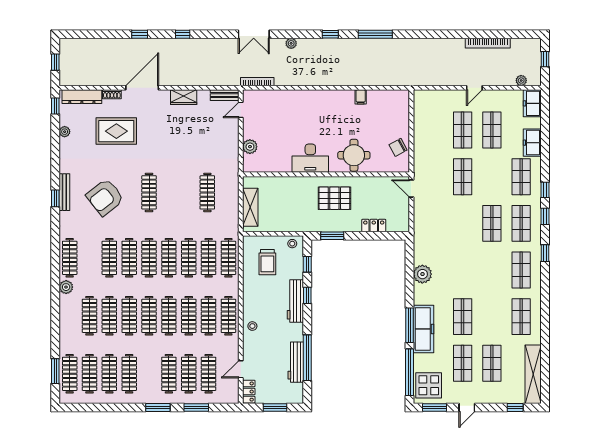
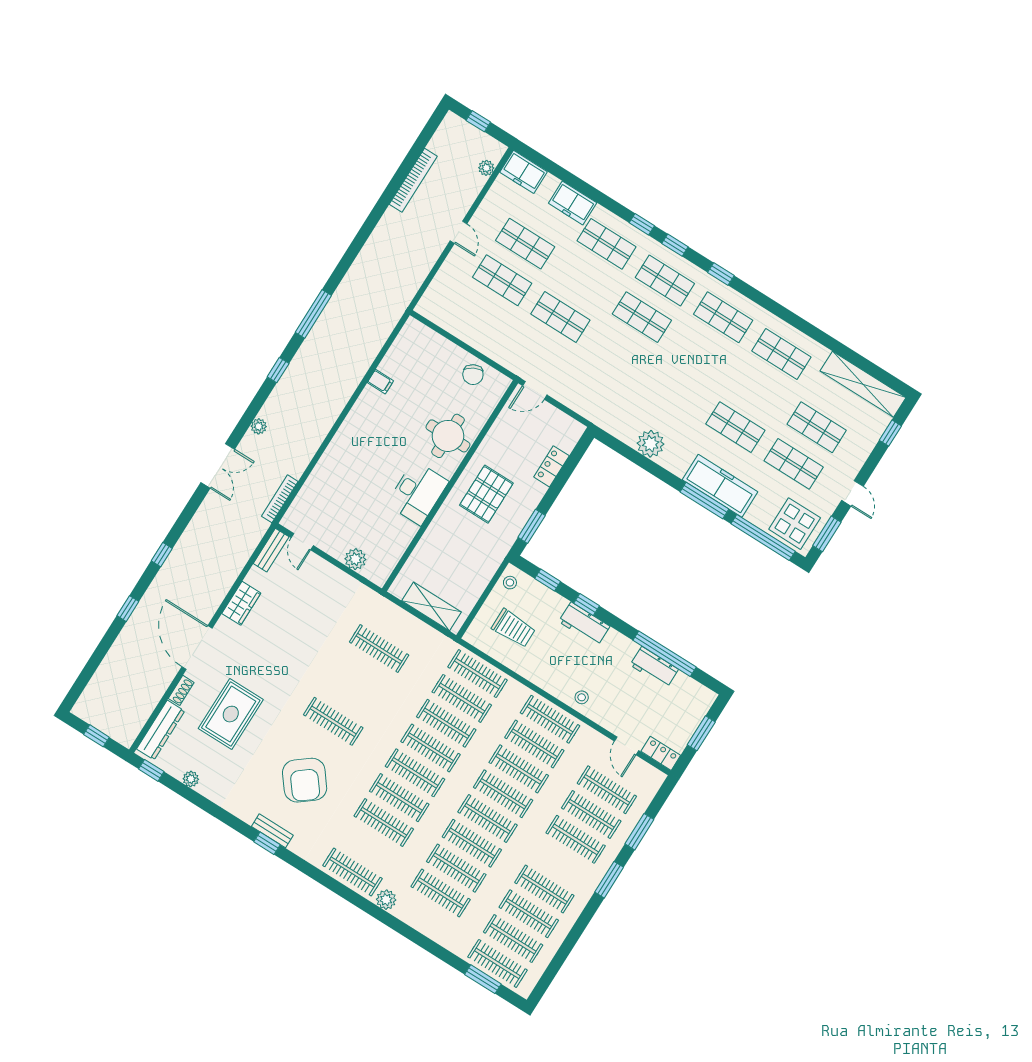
bench: (64, 192) -> (272, 831), width x0.73
workbench: (295, 301) -> (584, 624), width x0.73
workbench: (296, 362) -> (654, 667), width x0.73

